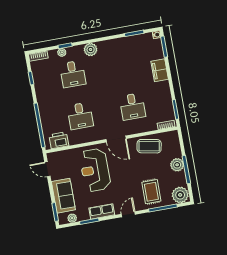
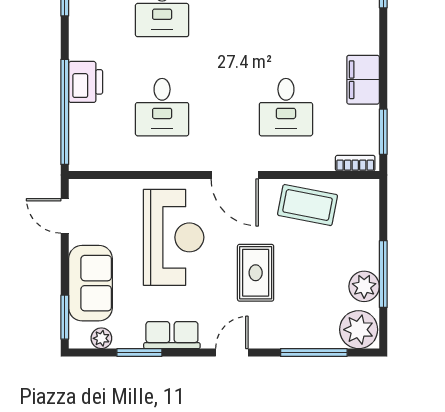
filing cabinet: (160, 70) -> (363, 80), moved
printer: (59, 140) -> (86, 82), moved, turned 90
plant: (177, 165) -> (364, 286), moved
reception desk: (95, 170) -> (174, 237), turned 180
rug: (151, 192) -> (256, 273), moved

